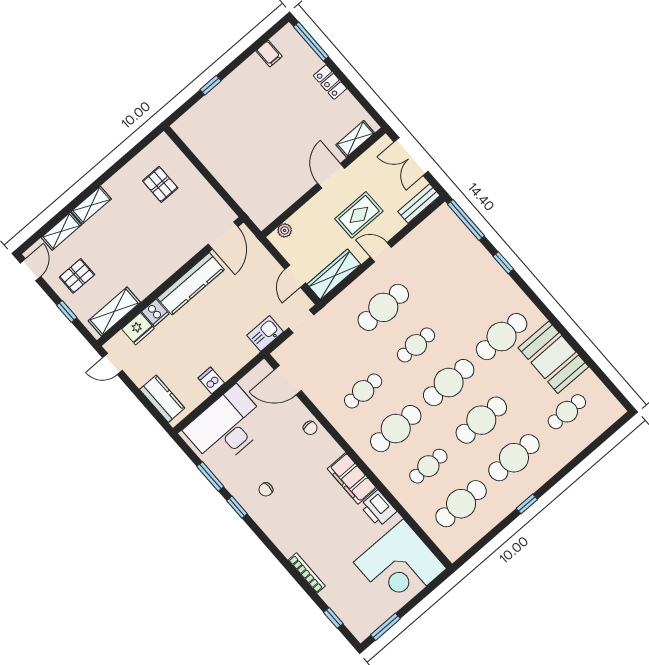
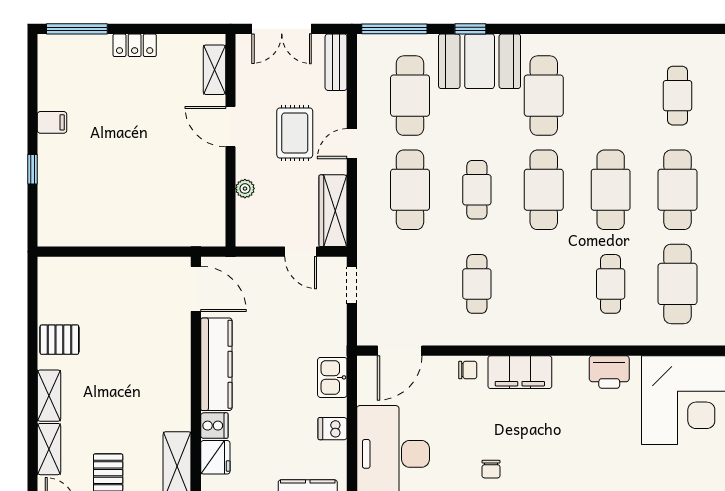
filing cabinet: (269, 54) -> (52, 122), moved
pallet: (160, 184) -> (59, 340), moved
plant: (285, 230) -> (245, 189), moved
kitchen sink: (265, 334) -> (332, 377), moved
booth: (553, 357) -> (480, 61), moved
cafe table: (396, 429) -> (410, 96), moved
filing cabinet: (352, 478) -> (520, 372), moved

